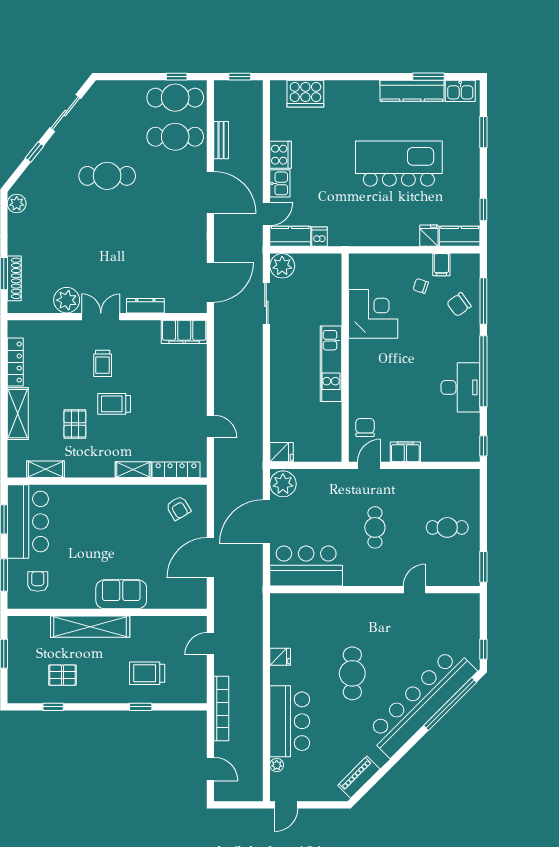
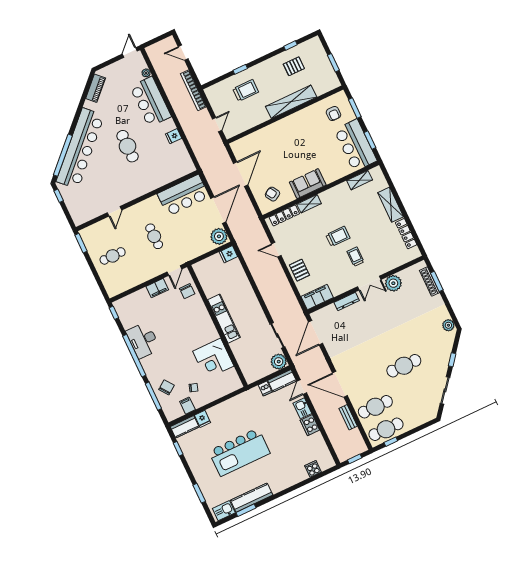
cooker: (305, 94) -> (313, 469), width x0.53, depth x0.76
pallet: (75, 424) -> (299, 270), moved
sofa: (121, 594) -> (308, 184), moved, turned 180

